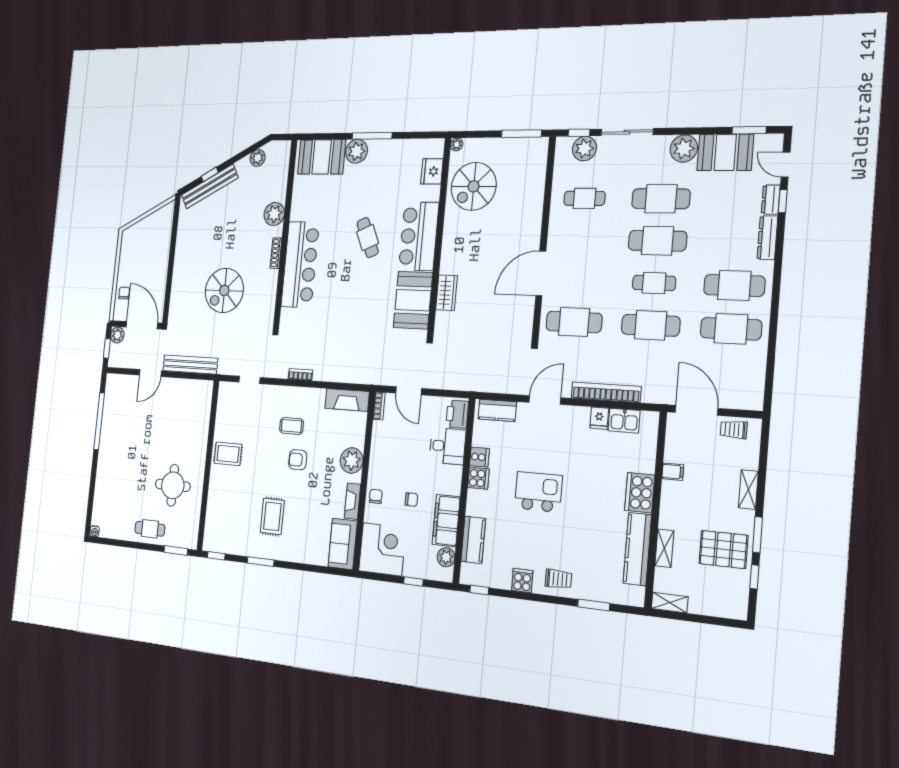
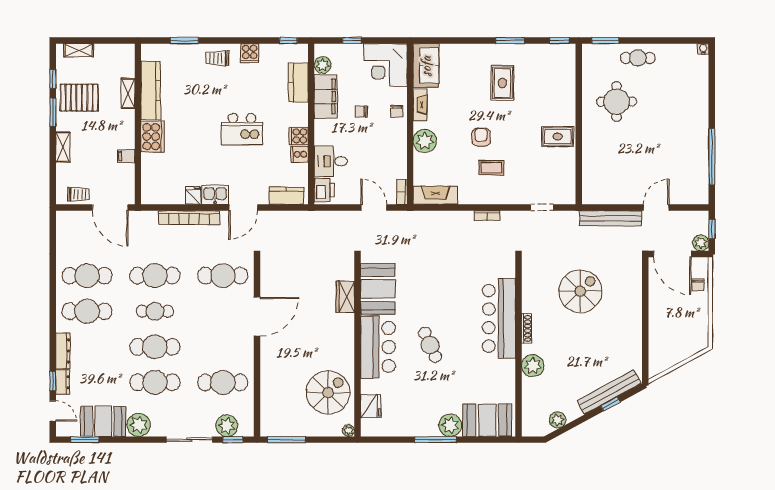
cafe table: (584, 198) -> (223, 382), width x1.37, depth x1.35
kitchen sink: (624, 421) -> (215, 195), moved
armchair: (298, 460) -> (481, 137), turned -90
shelving: (670, 603) -> (79, 50), moved

